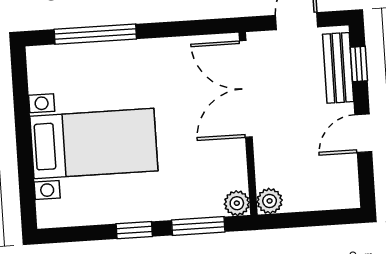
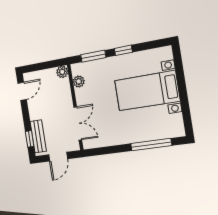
double door: (246, 89) -> (78, 123), width x0.73
door: (363, 133) -> (22, 91), moved
plant: (237, 203) -> (79, 81), moved

